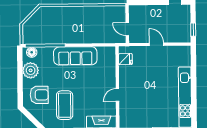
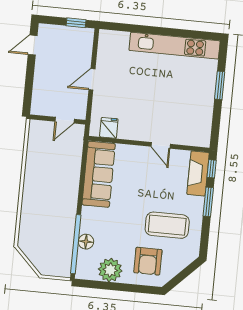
floor lamp: (32, 52) -> (86, 242), moved
sofa: (75, 56) -> (99, 174), moved
armchair: (39, 95) -> (148, 261), turned 180

